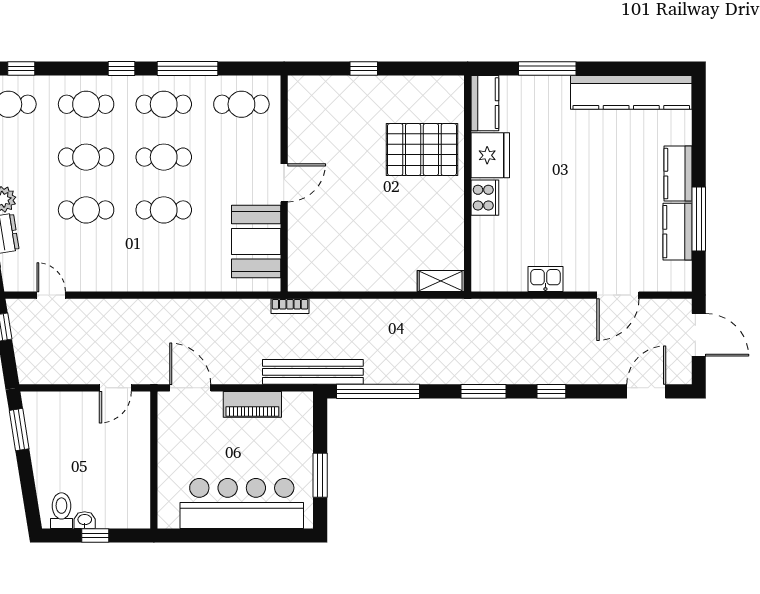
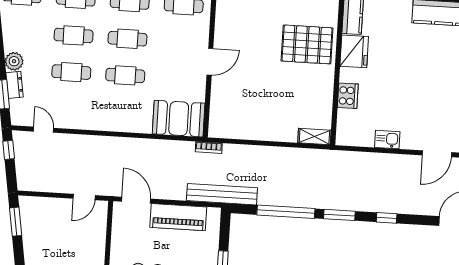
cooker: (485, 198) -> (348, 96), moved
booth: (256, 241) -> (179, 119), moved, turned 90
window: (378, 391) -> (286, 212), moved
piano: (252, 404) -> (178, 217), width x1.37, depth x1.33

